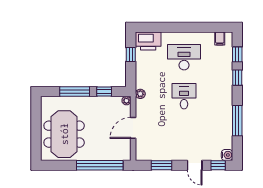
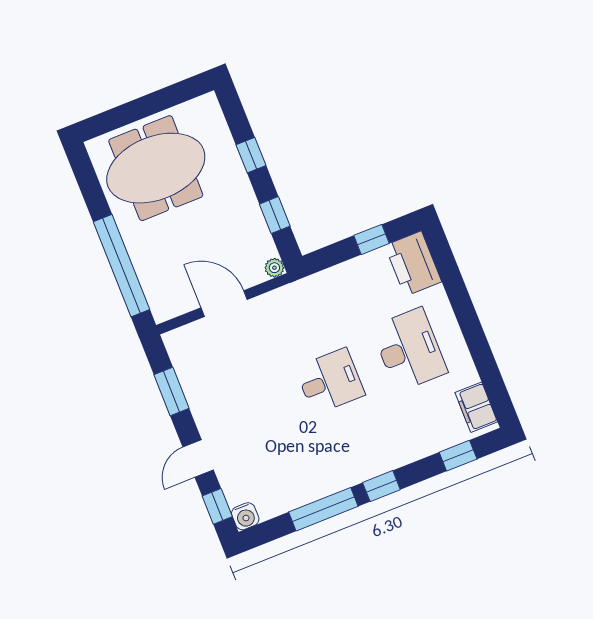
filing cabinet: (220, 38) -> (476, 407), width x2.00
window: (237, 78) -> (381, 486), moved
window: (75, 92) -> (251, 155), width x0.46
plant: (140, 94) -> (299, 290), removed

